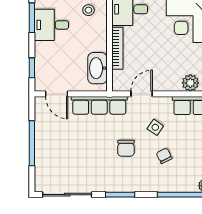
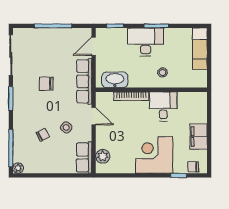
desk: (51, 25) -> (146, 42), width x1.37
chair: (126, 148) -> (46, 84), moved

